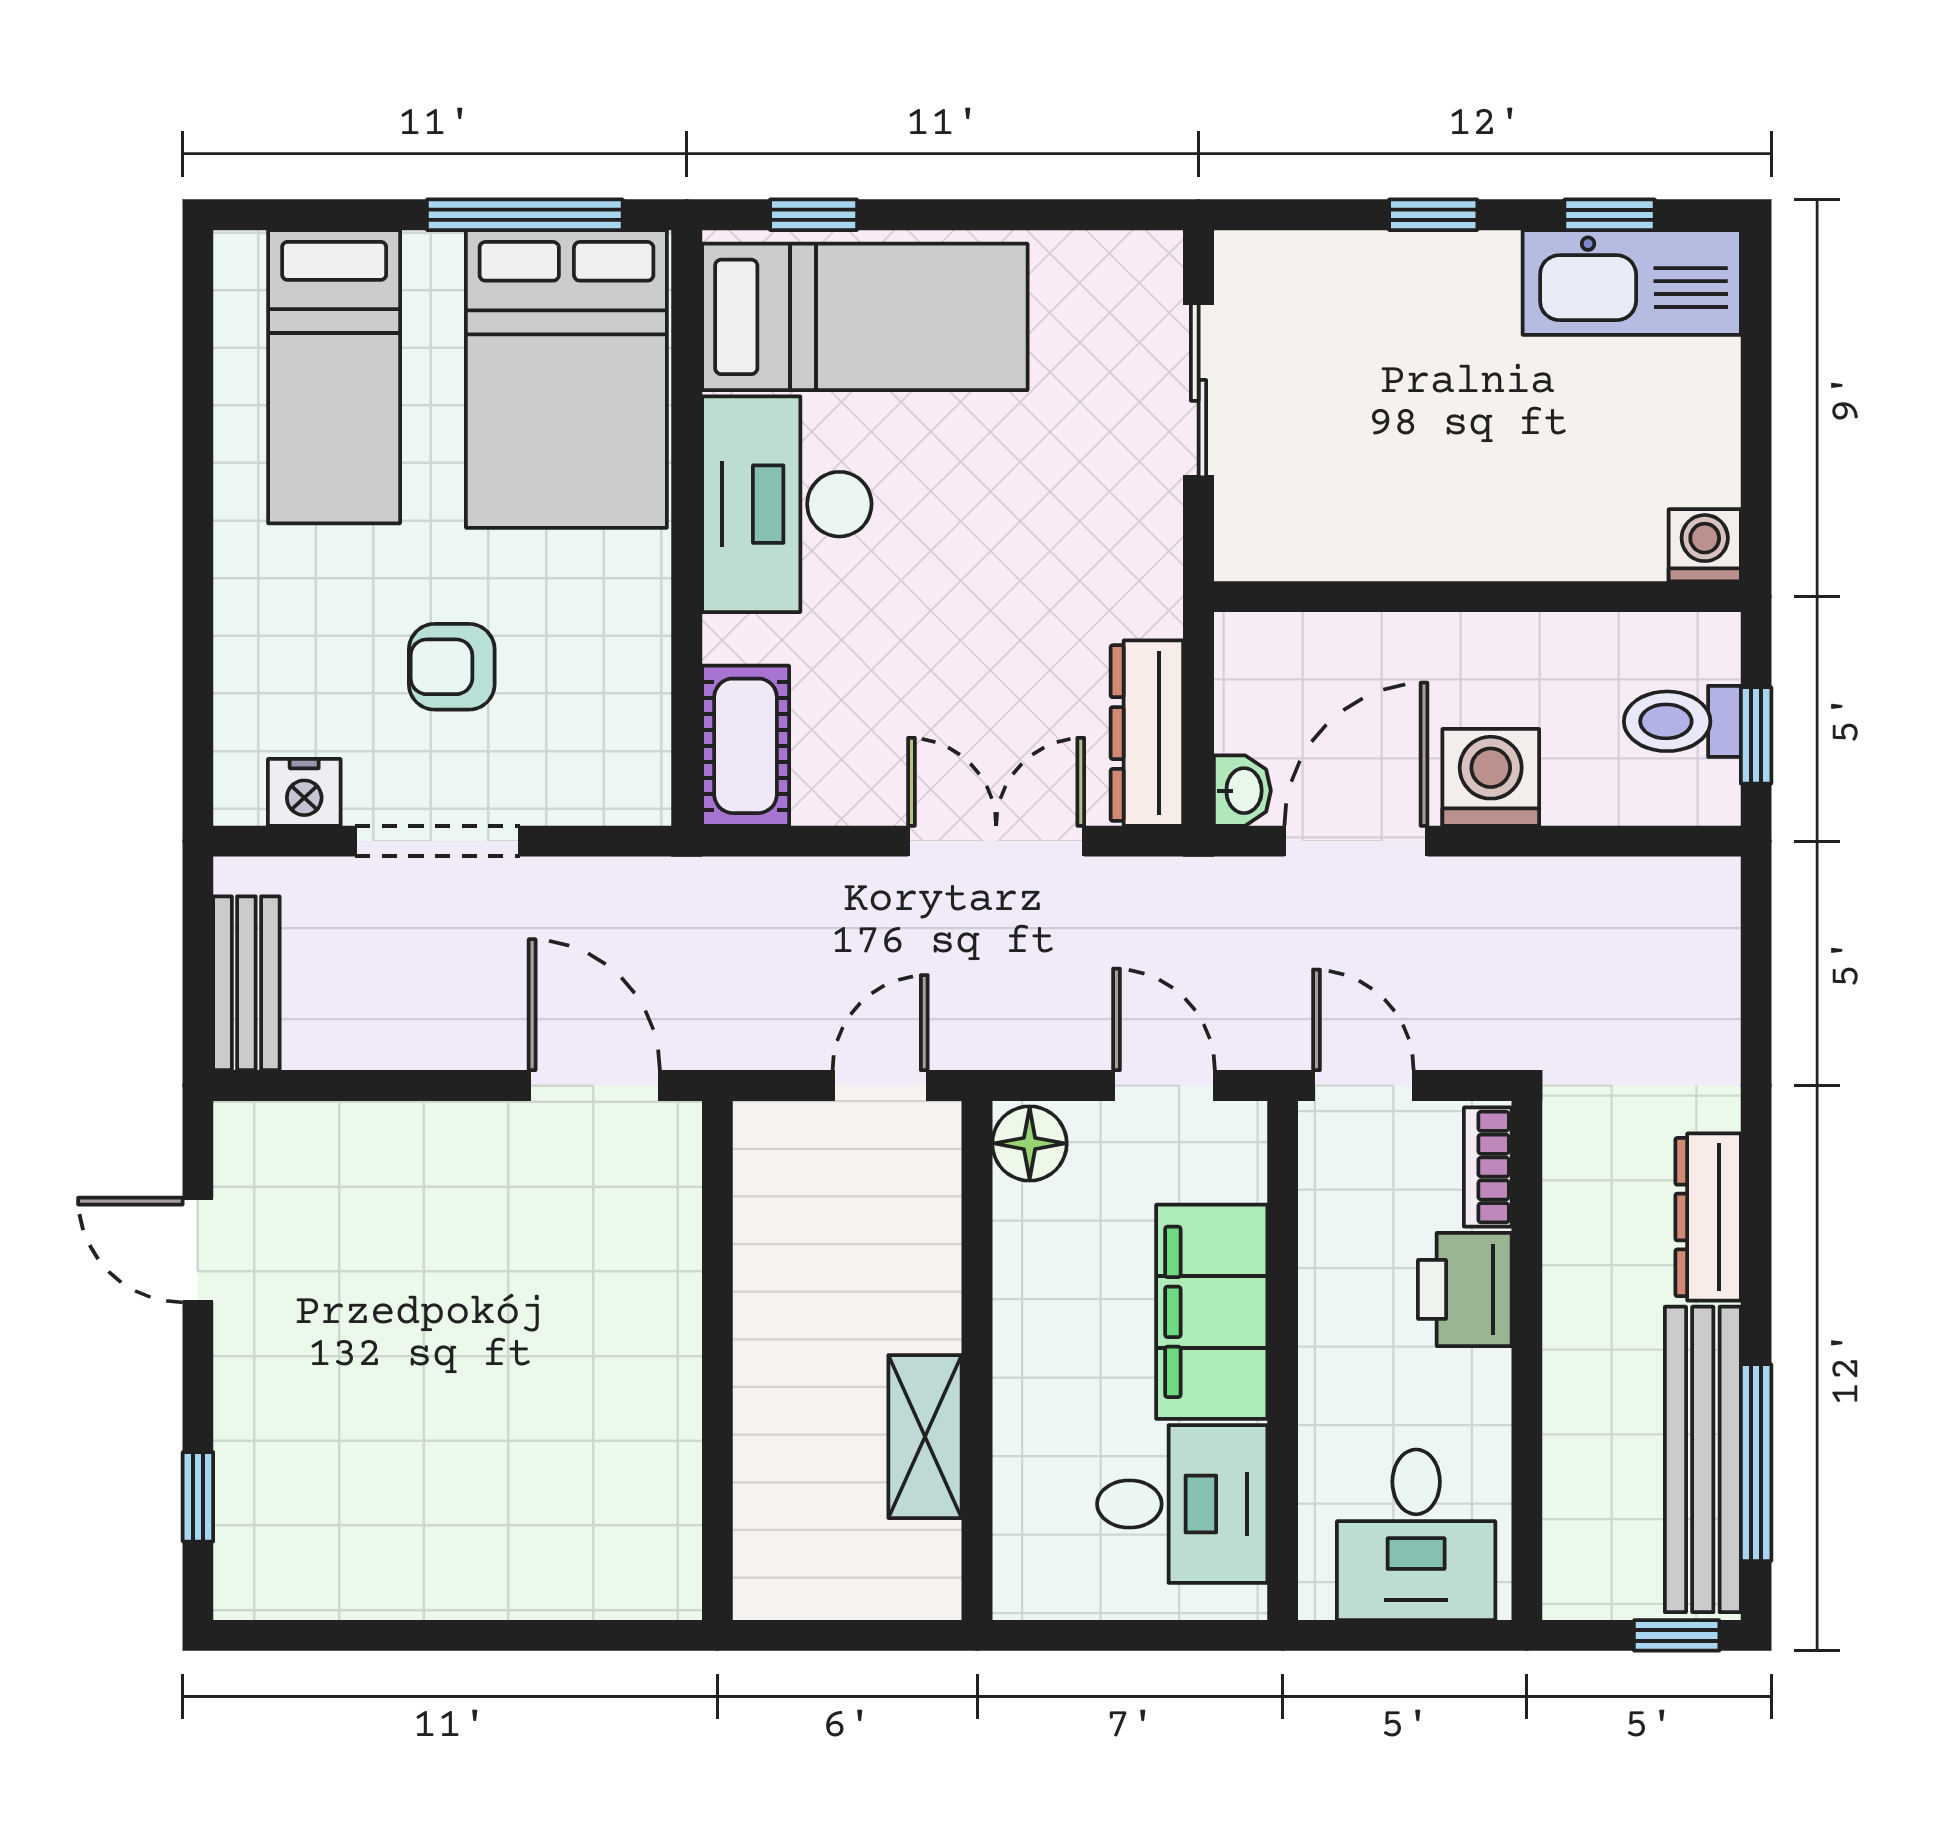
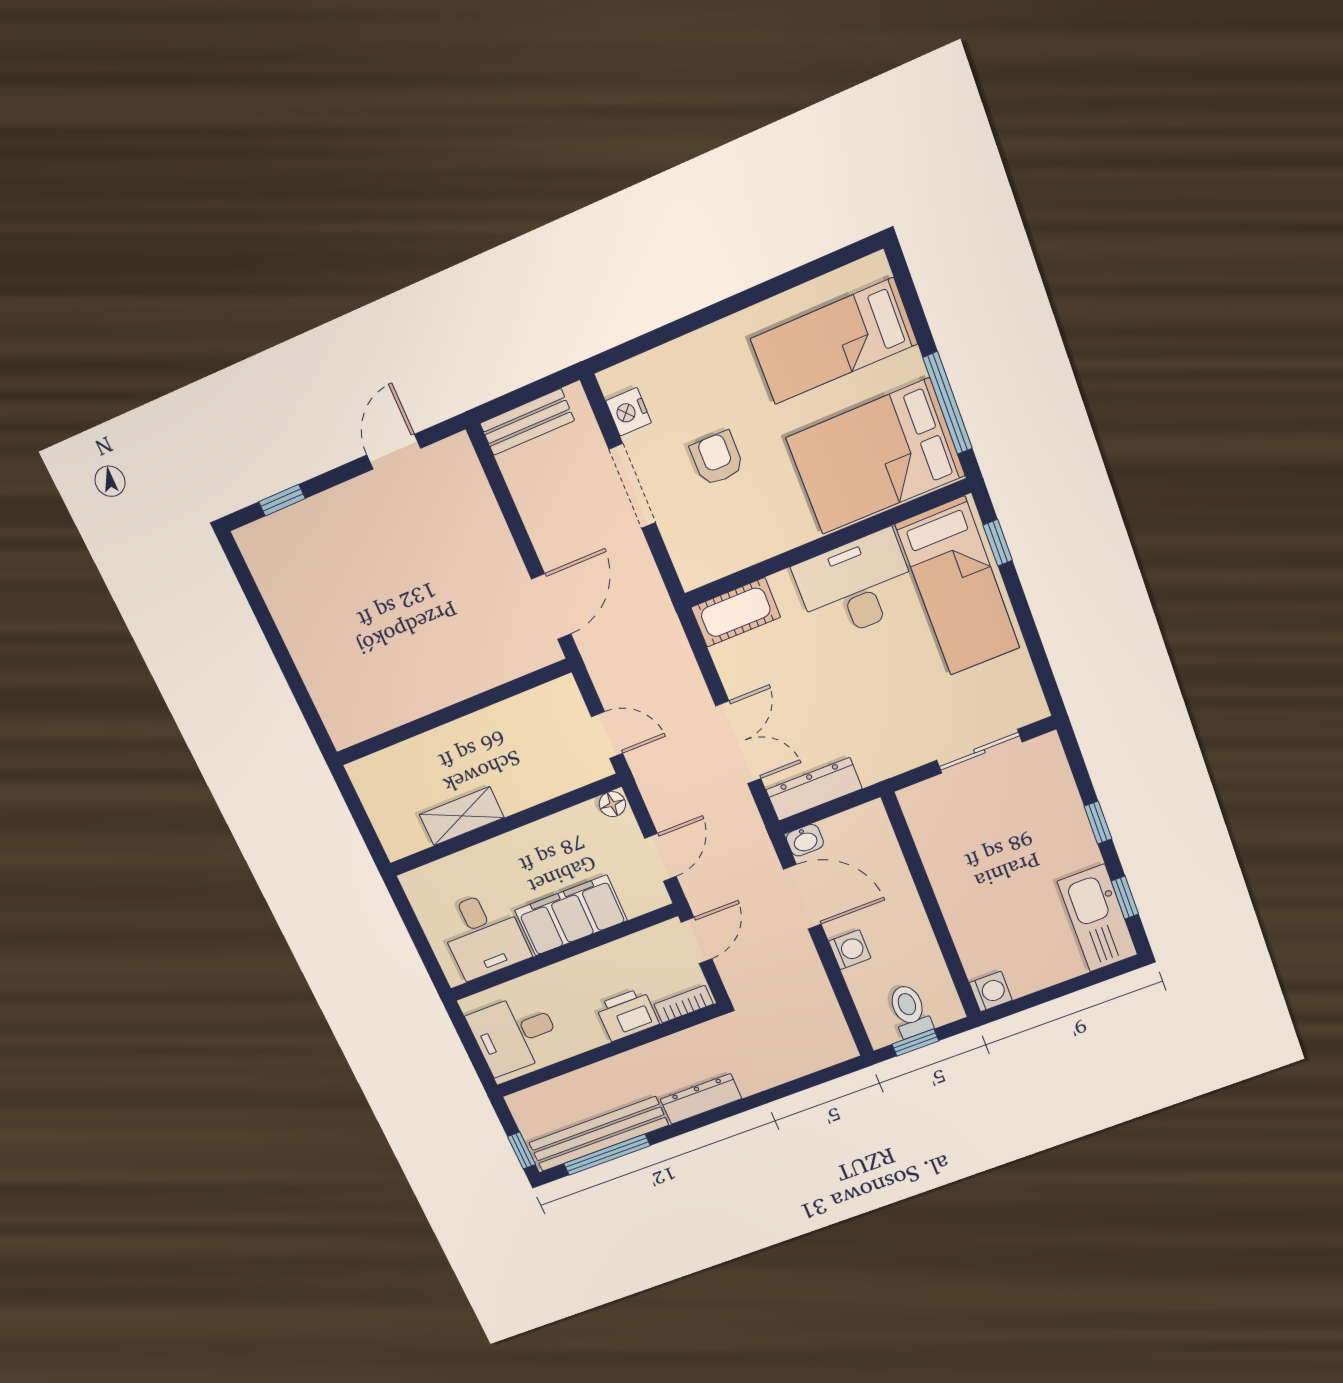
washing machine: (1491, 777) -> (850, 950), width x0.73, depth x0.73
floor lamp: (1030, 1143) -> (612, 804), width x0.73, depth x0.73

